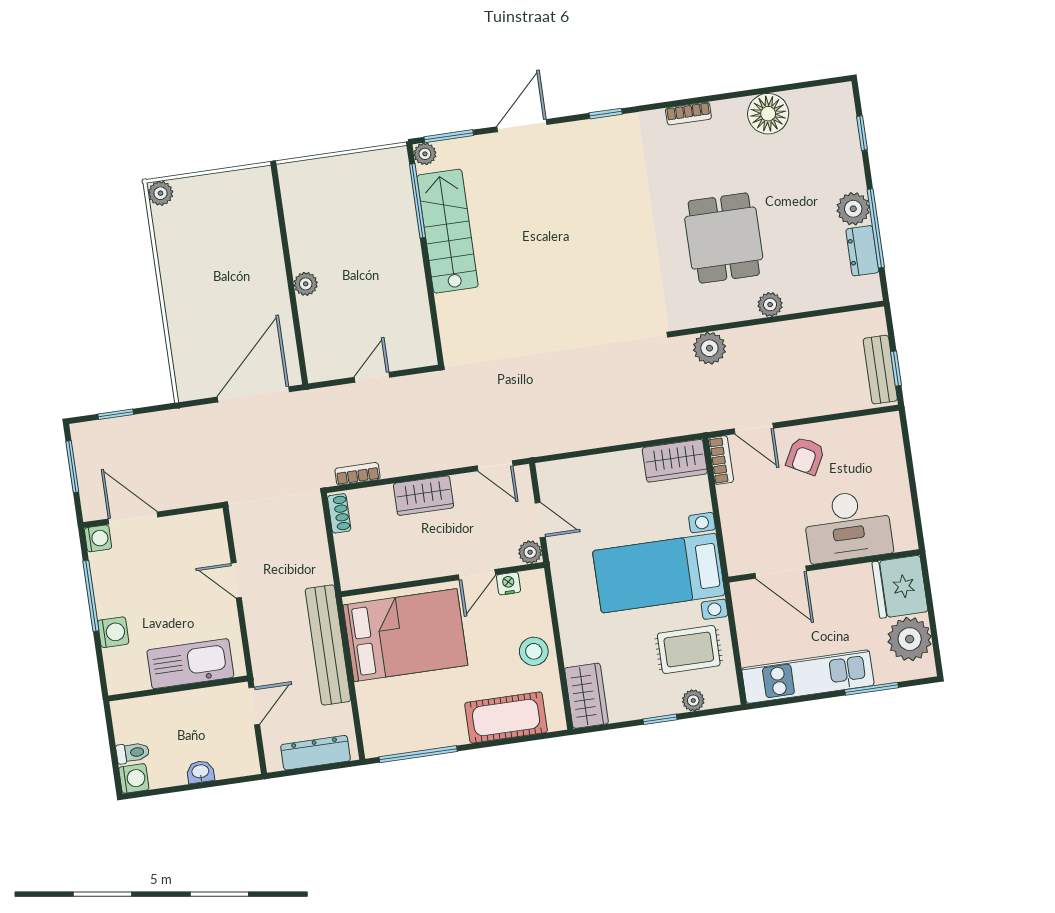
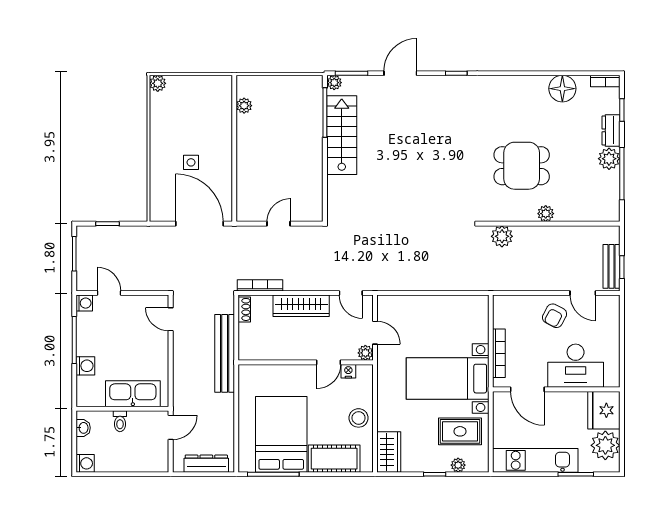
bookcase: (688, 114) -> (605, 81), moved
dining table: (724, 238) -> (522, 166), turned 90
dresser: (862, 251) -> (611, 130), moved
plant: (306, 284) -> (244, 106), moved
side table: (227, 304) -> (191, 162), added
door: (253, 394) -> (199, 224), hinge flipped
door: (754, 428) -> (583, 293), moved
bookcase: (721, 460) -> (499, 353), moved, width x1.56
wardrobe: (675, 461) -> (469, 307), removed
bookcase: (357, 474) -> (260, 285), width x1.56
wardrobe: (424, 496) -> (301, 306), width x1.50
door: (133, 518) -> (109, 293), width x0.73
door: (236, 580) -> (171, 319), moved
bed: (405, 635) -> (281, 434), moved, turned -90
bench: (328, 645) -> (225, 353), moved
toilet: (133, 753) -> (120, 421), moved, turned 90
washbasin: (200, 772) -> (83, 428), moved, turned 90

